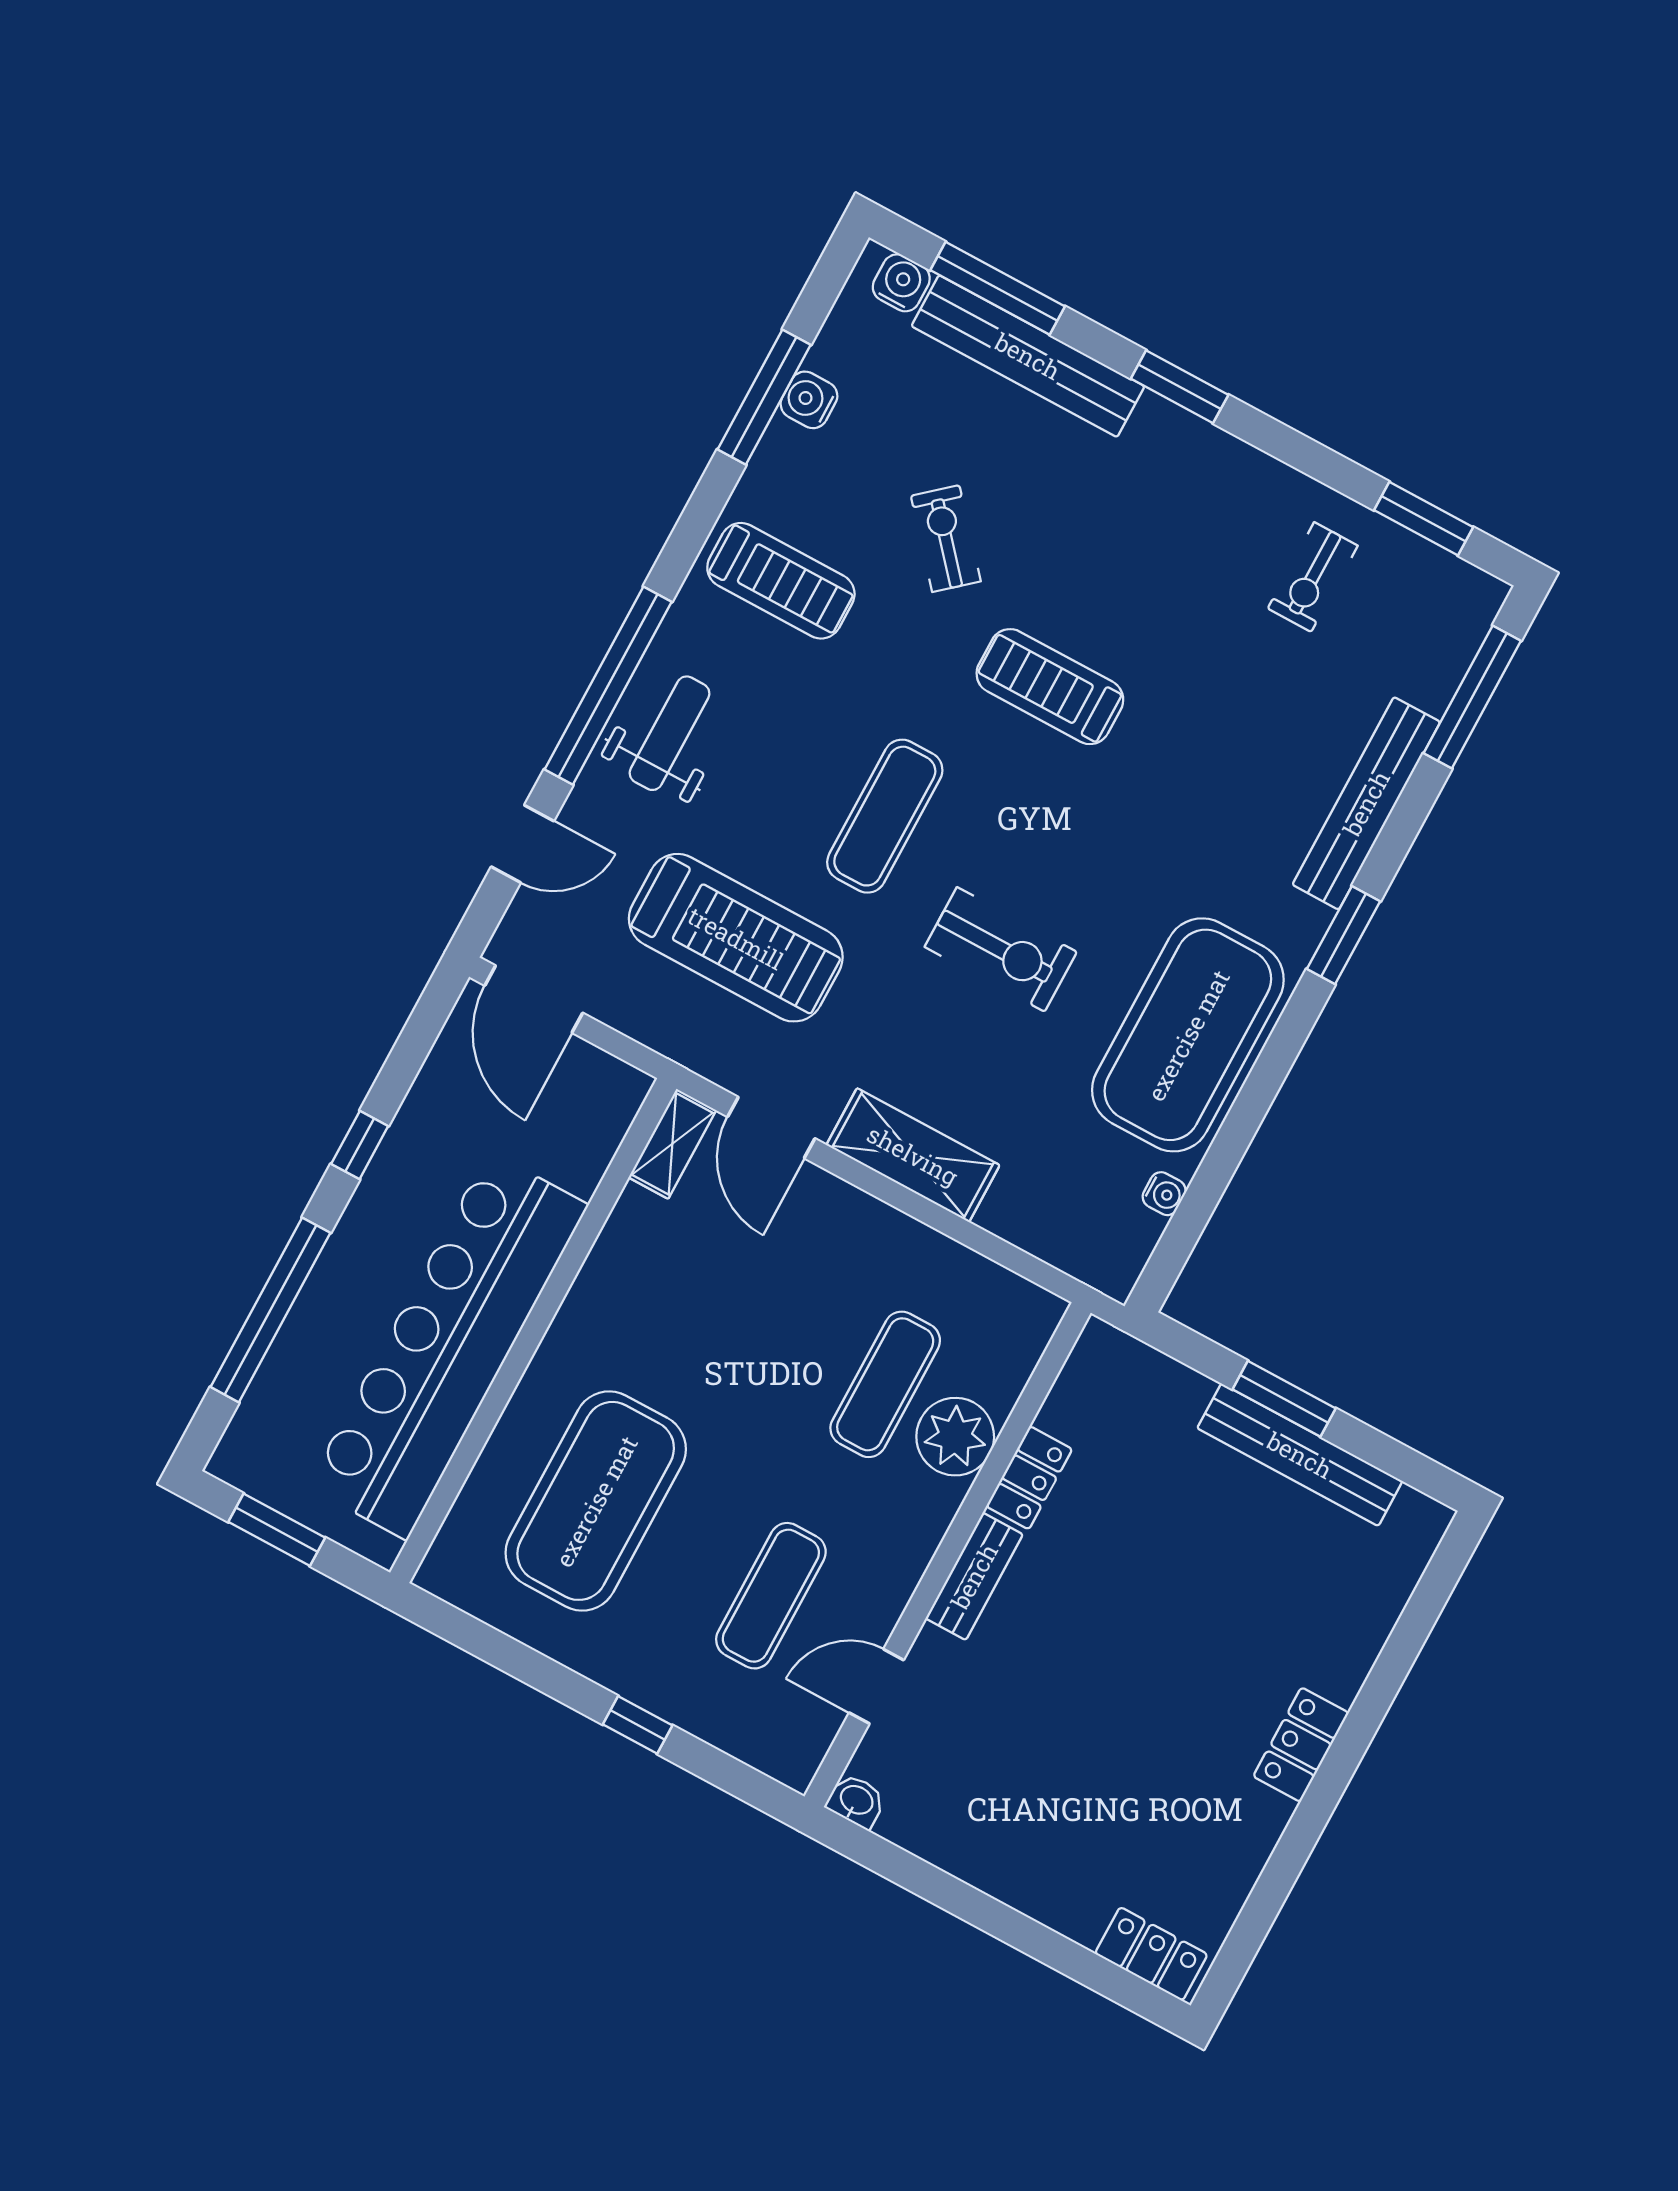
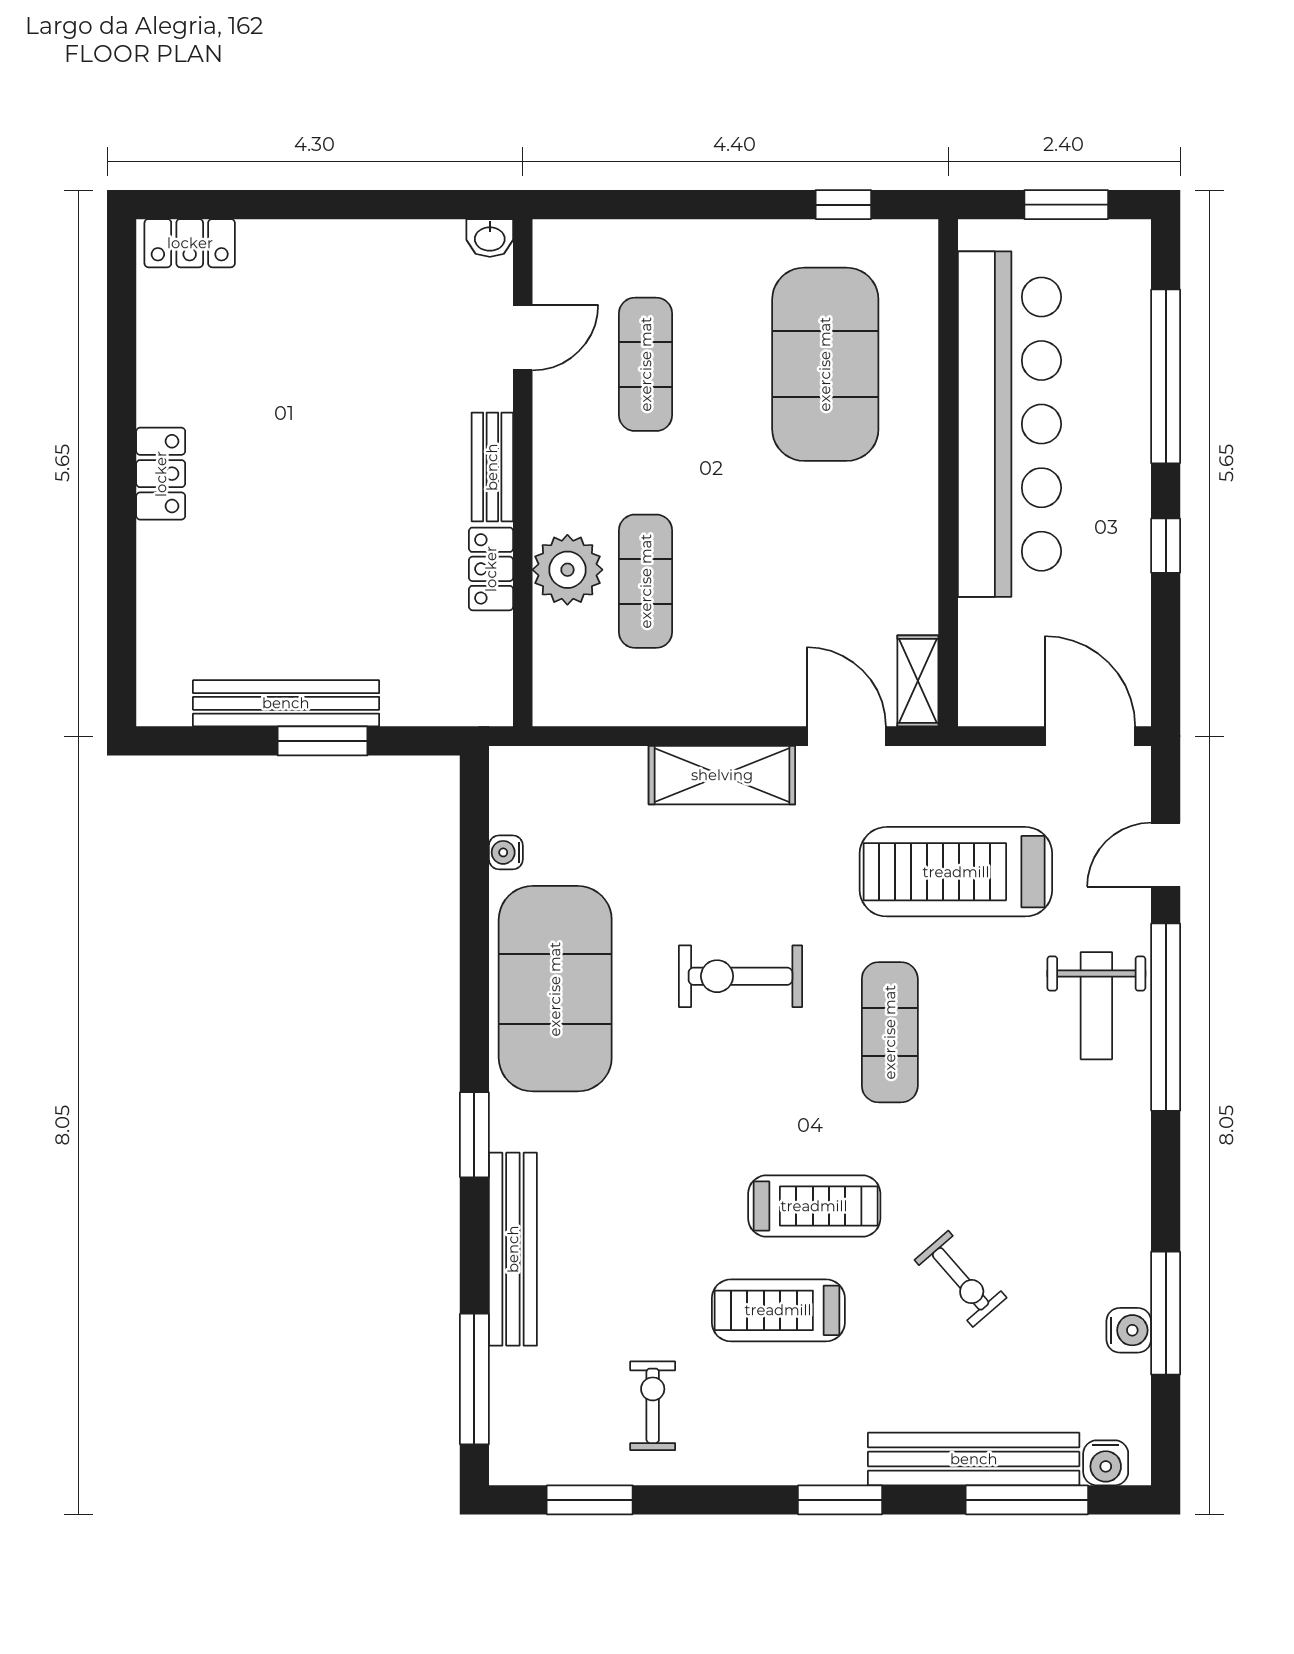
treadmill: (781, 581) -> (778, 1310), moved
window: (638, 1725) -> (843, 205), moved

